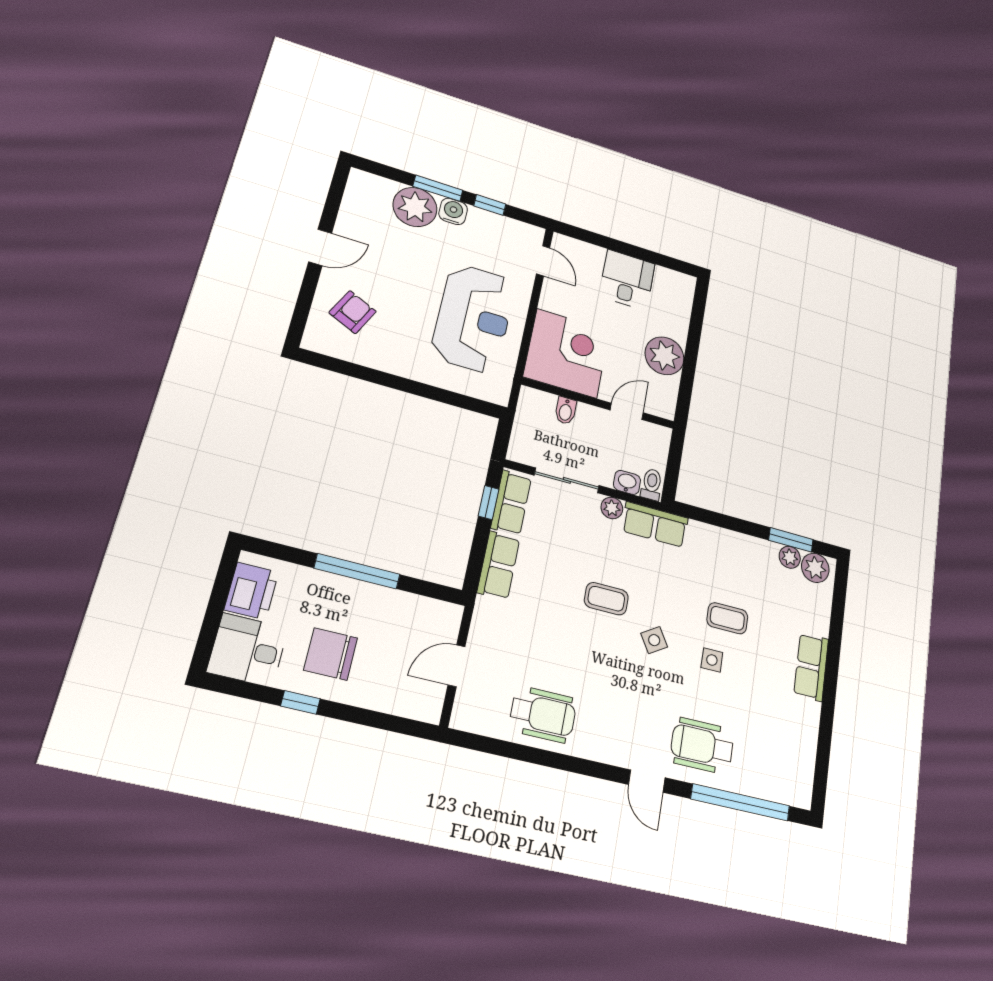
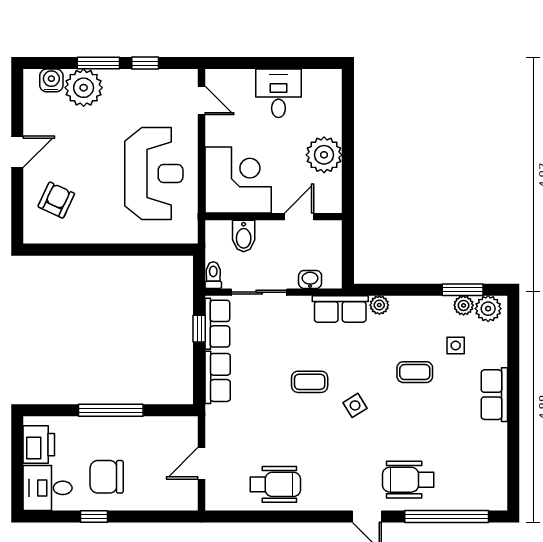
water cooler: (453, 211) -> (51, 80), moved
bidet: (566, 411) -> (244, 236), width x1.38, depth x1.36
toilet: (652, 484) -> (213, 275), moved
plant: (612, 508) -> (379, 305), moved
side table: (712, 660) -> (456, 345), moved

